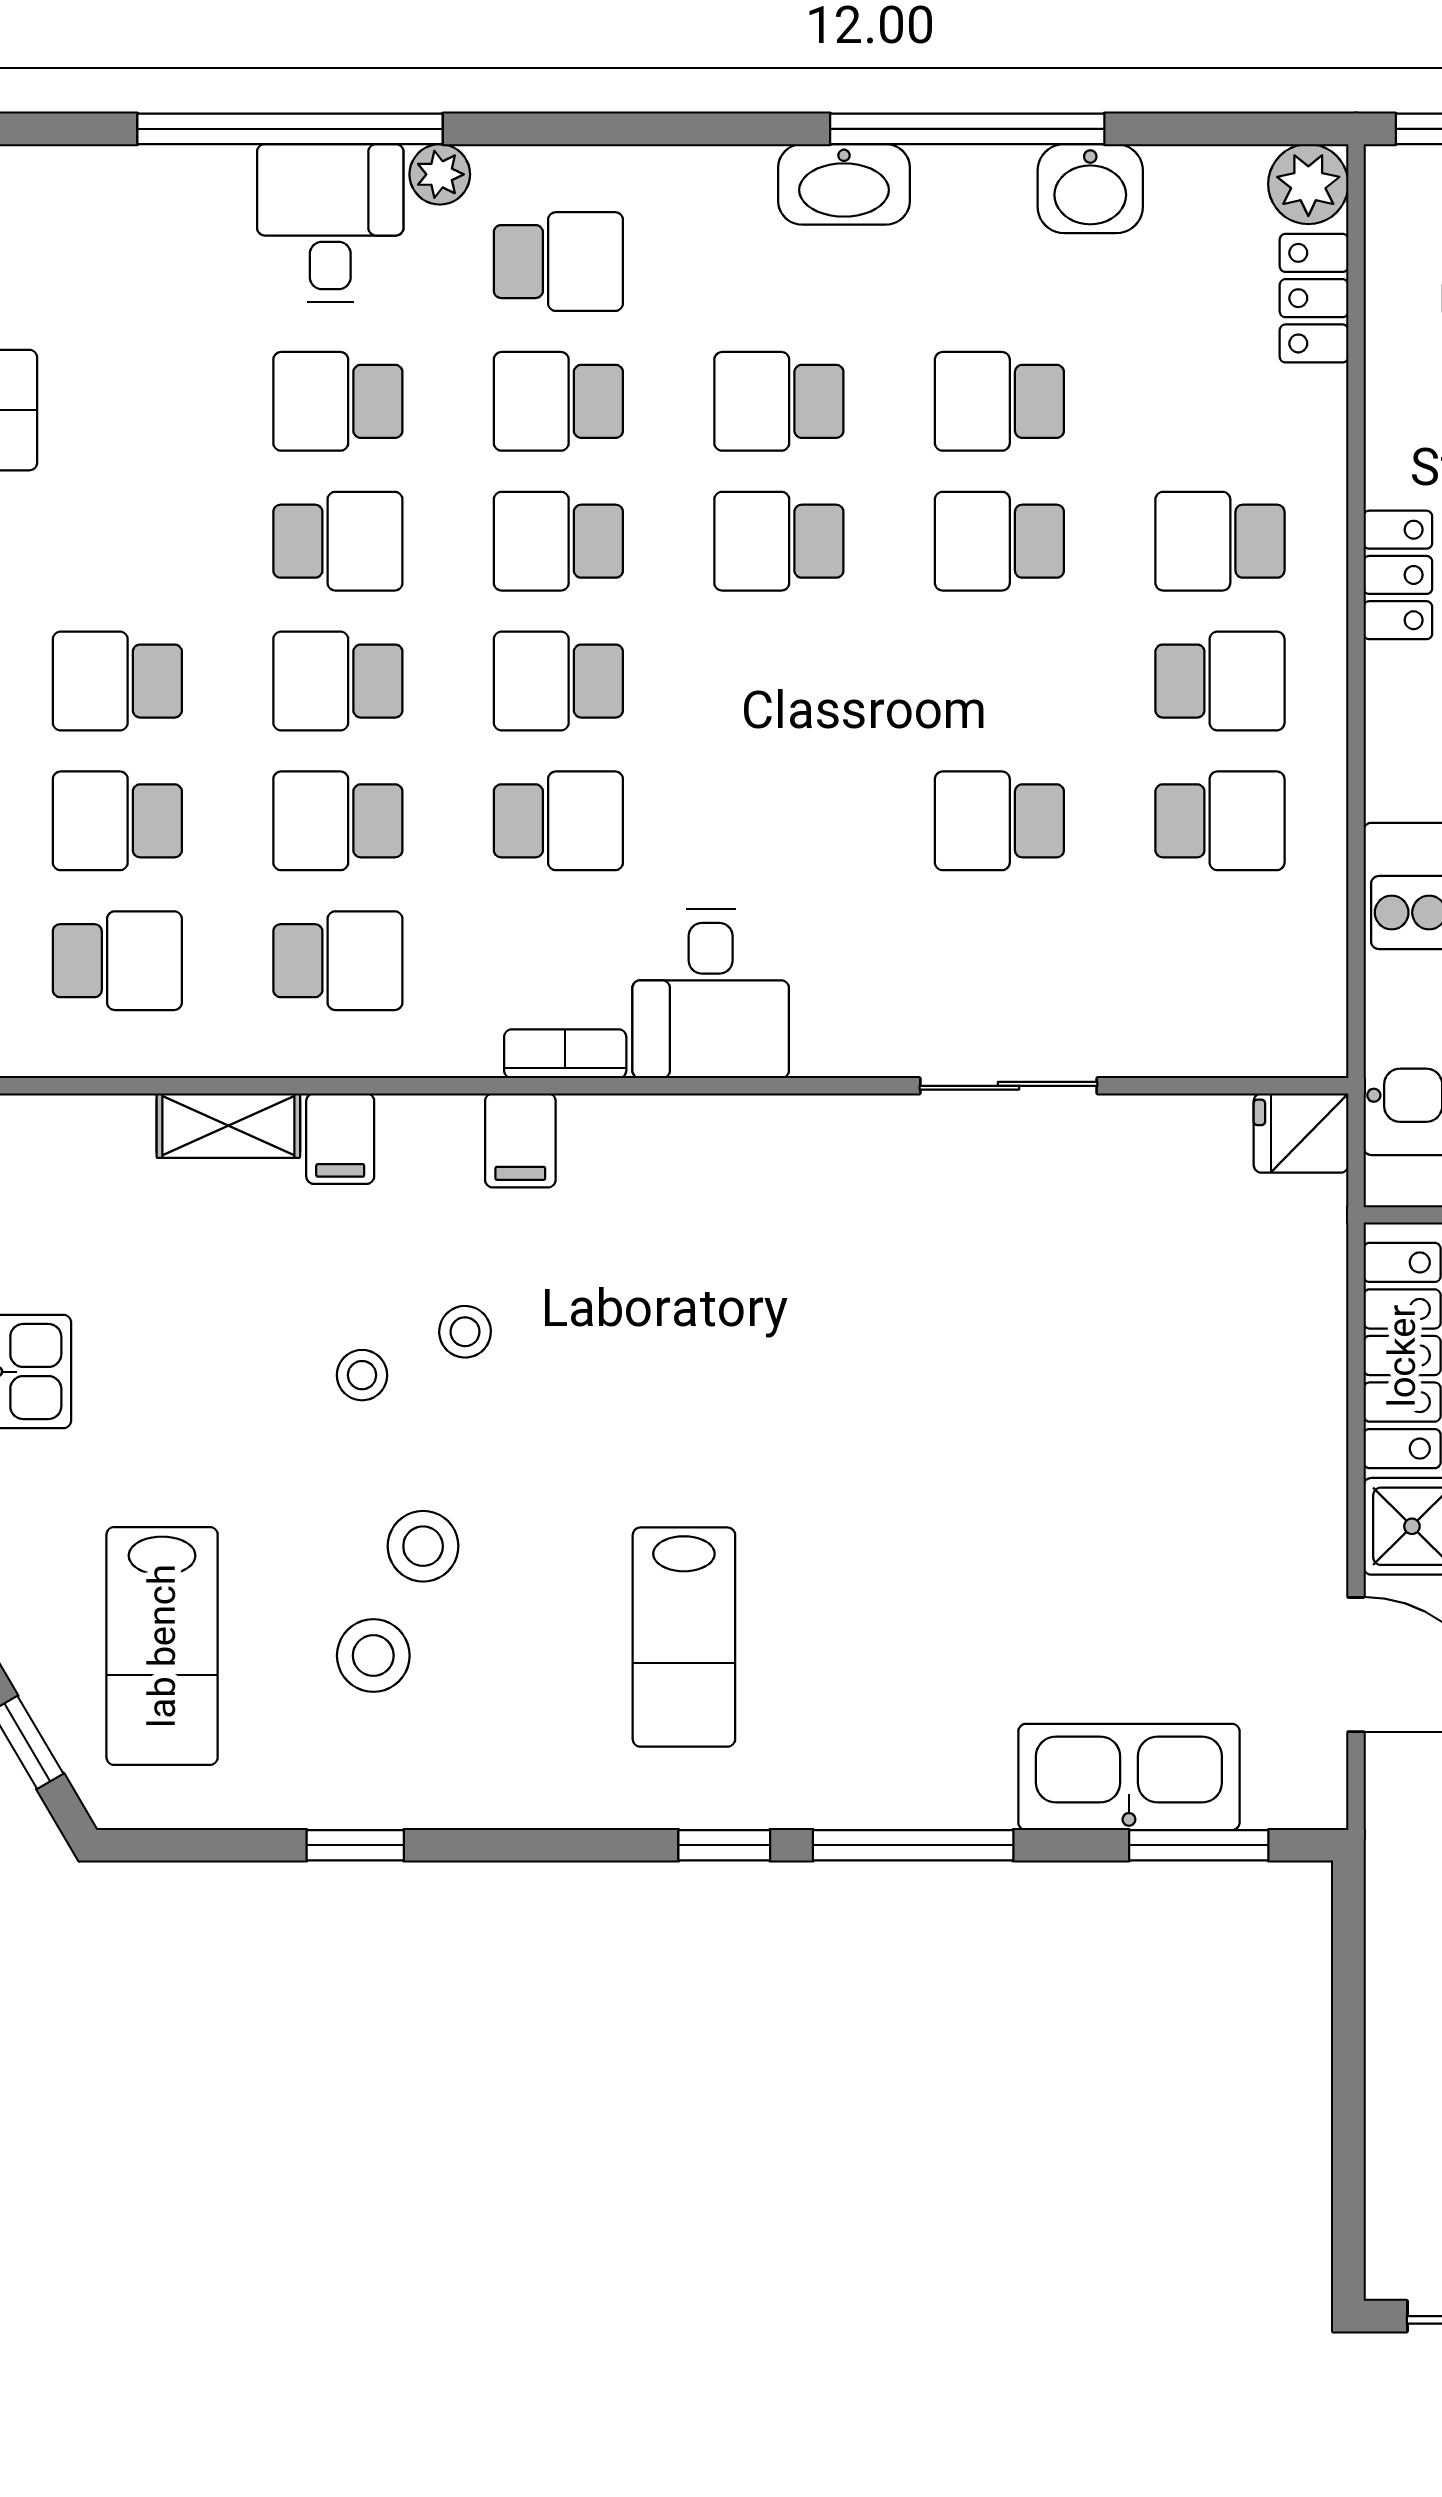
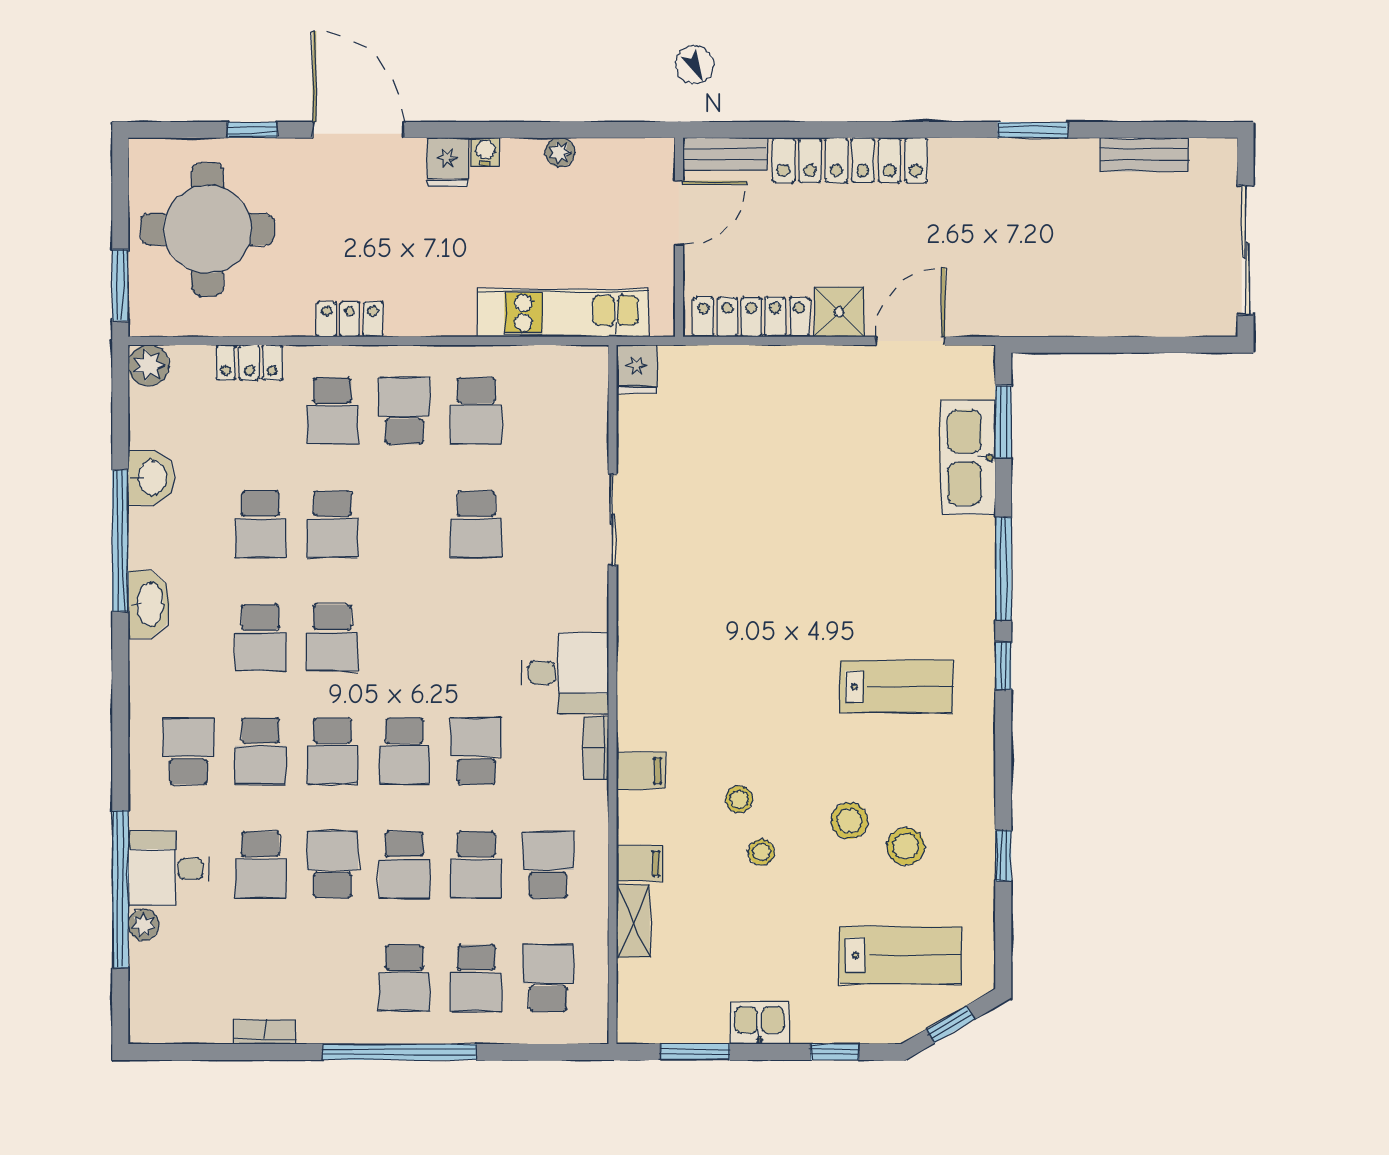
plant: (440, 174) -> (144, 925), moved
locker: (1314, 298) -> (249, 362), moved
school desk: (1220, 821) -> (476, 411), turned 180

